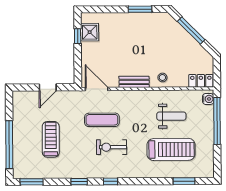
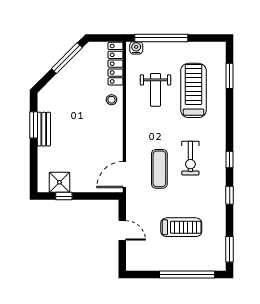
window: (191, 30) -> (67, 58), moved
locker: (201, 81) -> (116, 64), width x1.53
bench: (134, 82) -> (44, 129), moved
weight bench: (171, 116) -> (156, 90), turned 180
treadmill: (51, 139) -> (181, 227), turned 180

